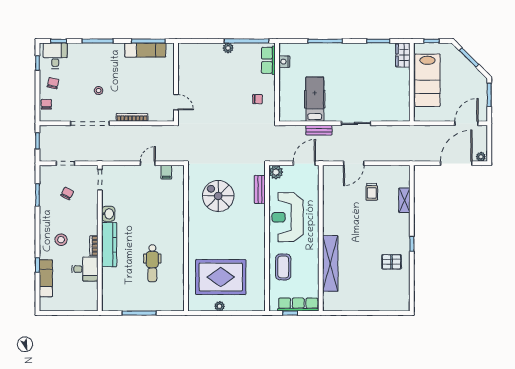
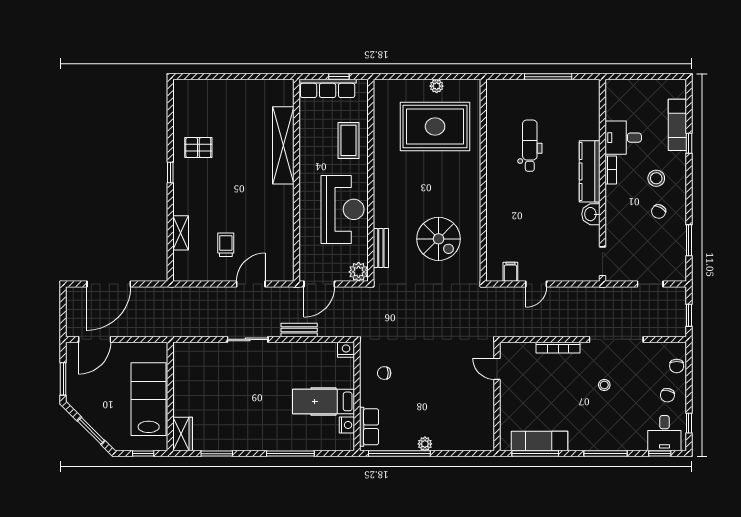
hospital bed: (315, 99) -> (323, 401), moved, turned 90
nightstand: (285, 116) -> (346, 350), added
plant: (481, 157) -> (75, 293), removed
chair: (67, 193) -> (659, 211), moved

